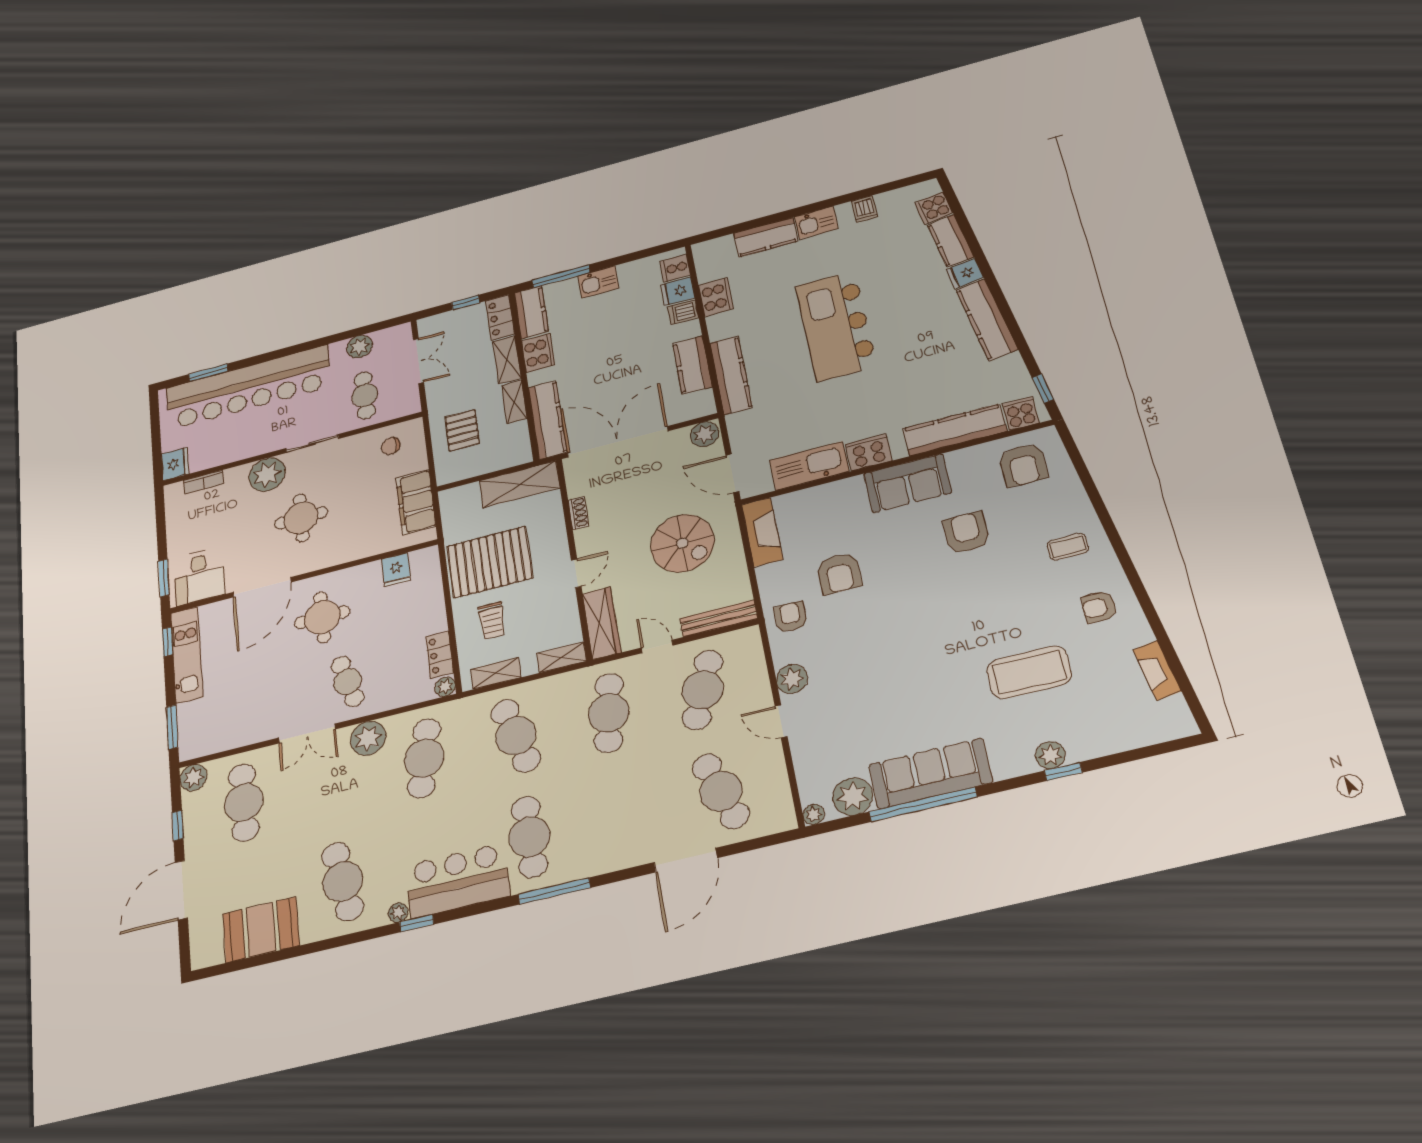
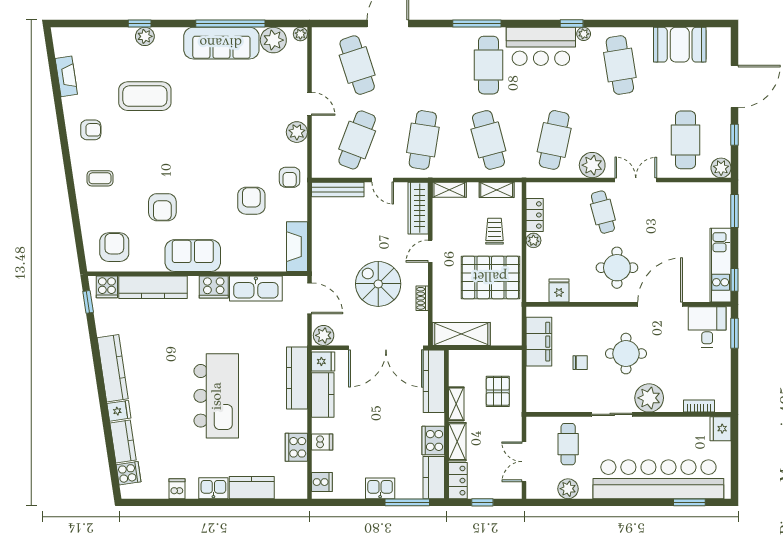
fridge: (678, 291) -> (323, 361), moved
chair: (391, 446) -> (580, 363), moved
spiral stairs: (682, 543) -> (378, 284), moved
plant: (445, 687) -> (533, 240), moved

